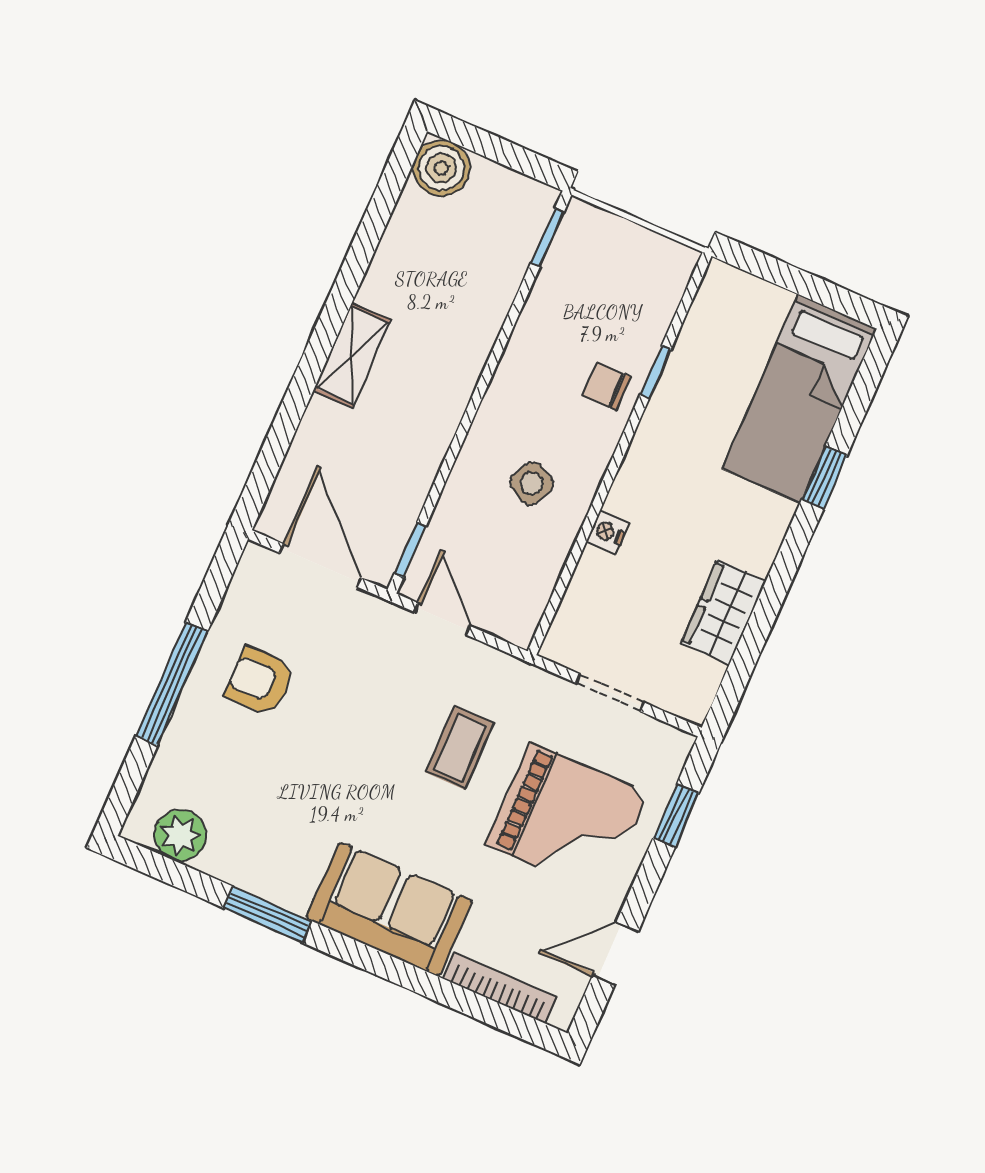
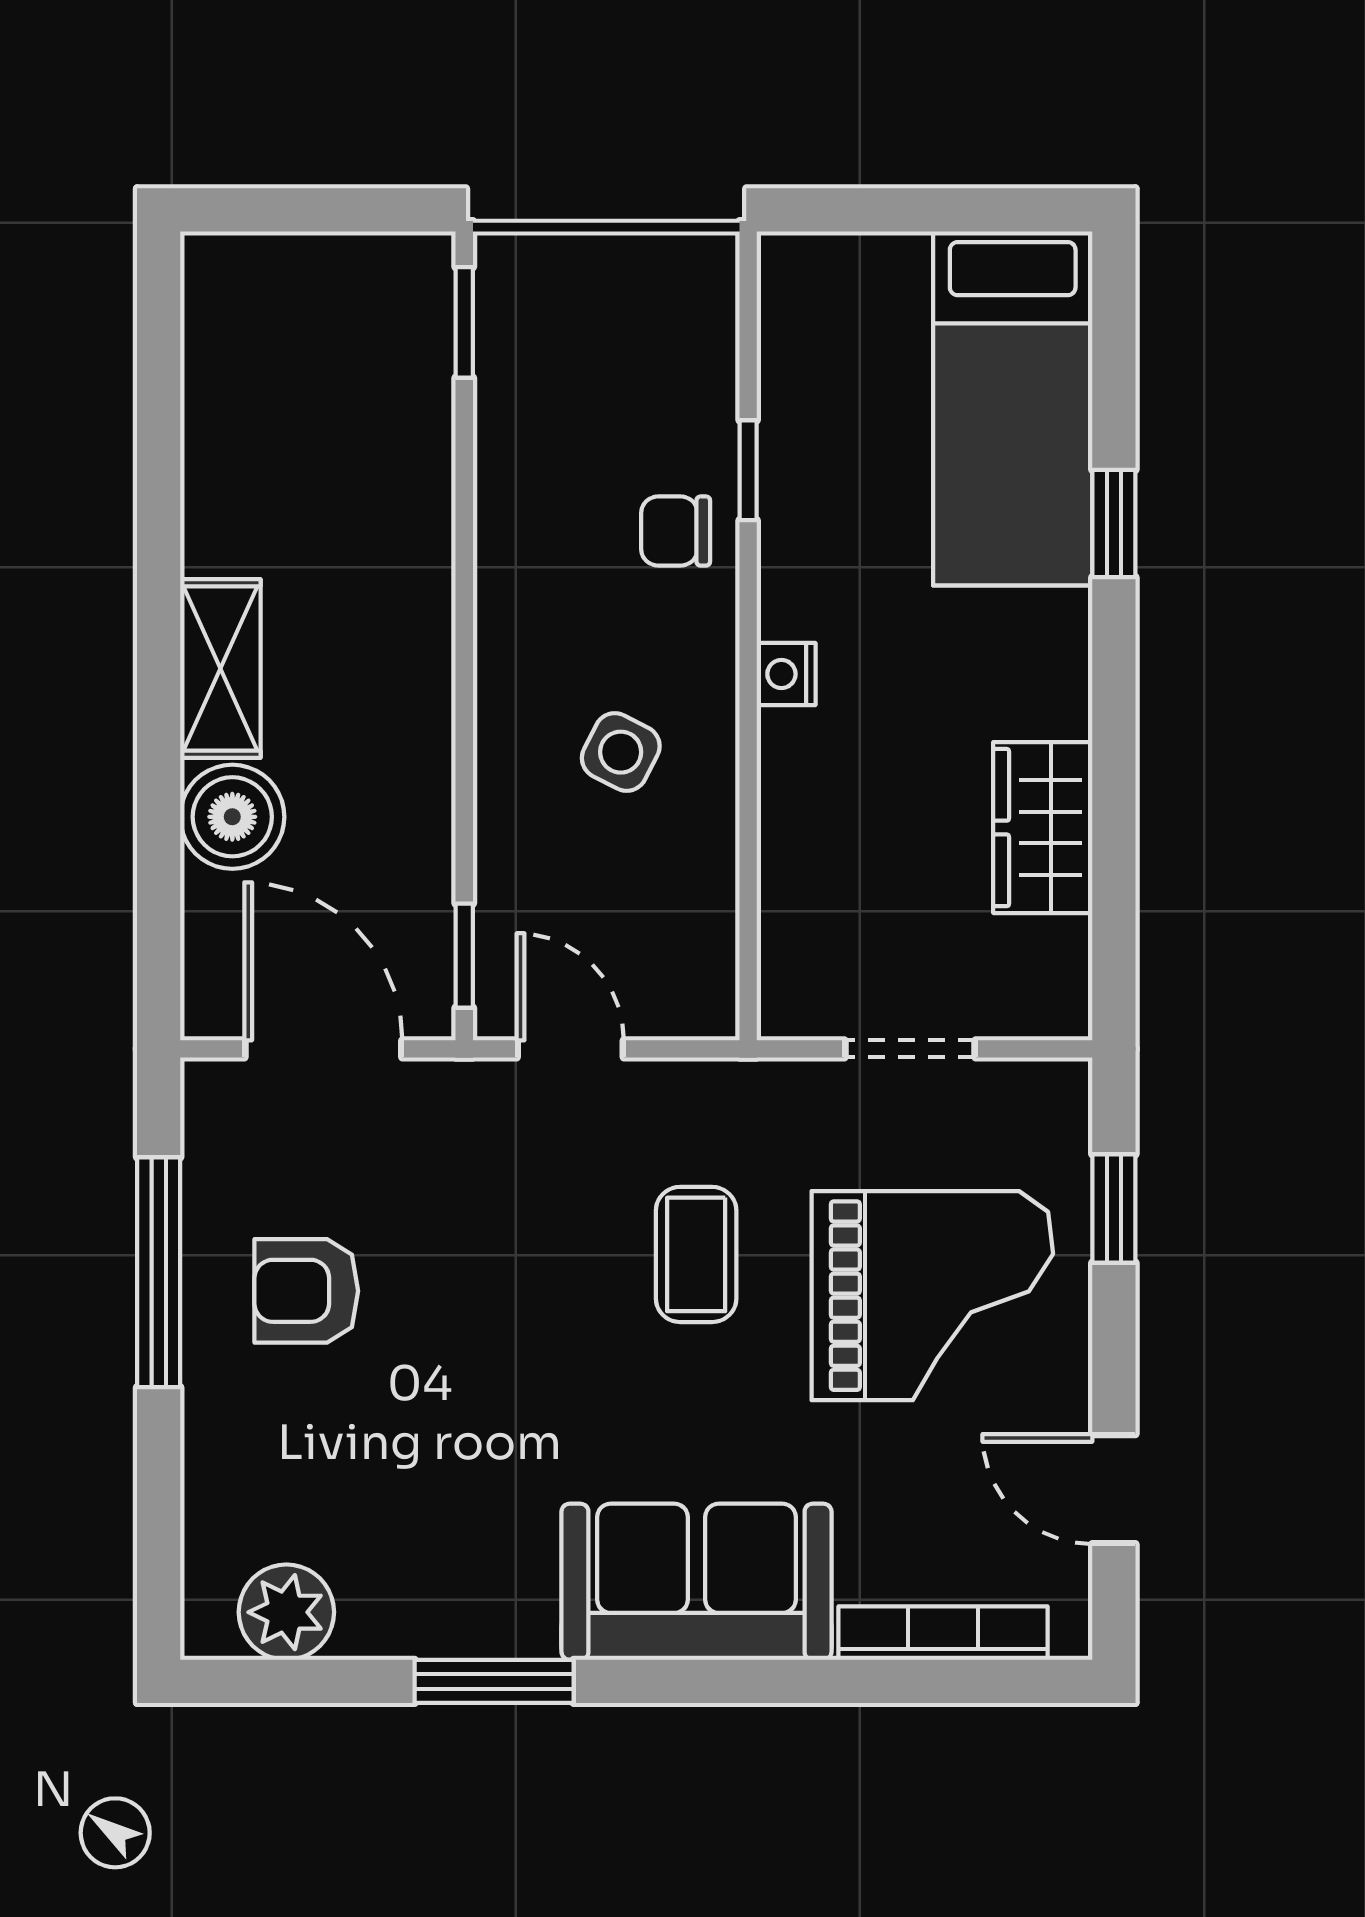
boiler: (441, 168) -> (232, 817), moved
nightstand: (607, 532) -> (786, 674), moved
window: (172, 684) -> (159, 1272), moved
door: (615, 954) -> (1114, 1489), hinge flipped

